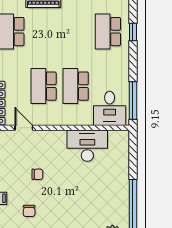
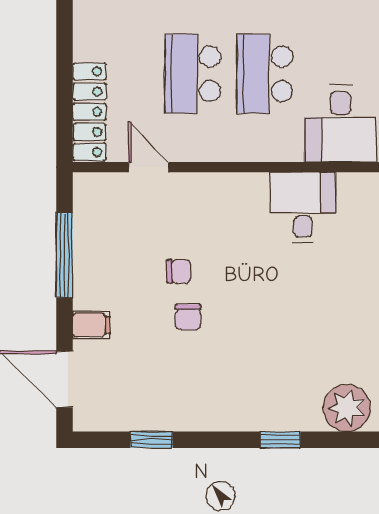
desk: (87, 146) -> (303, 207), width x0.73
chair: (29, 211) -> (188, 317), moved

